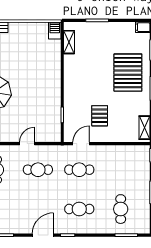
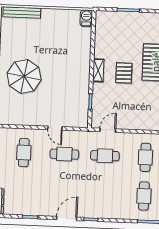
shelving: (69, 42) -> (98, 70), moved
pallet: (100, 116) -> (124, 73), moved
door: (27, 144) -> (55, 128), swing flipped
cafe table: (79, 209) -> (145, 157), moved, turned 90

